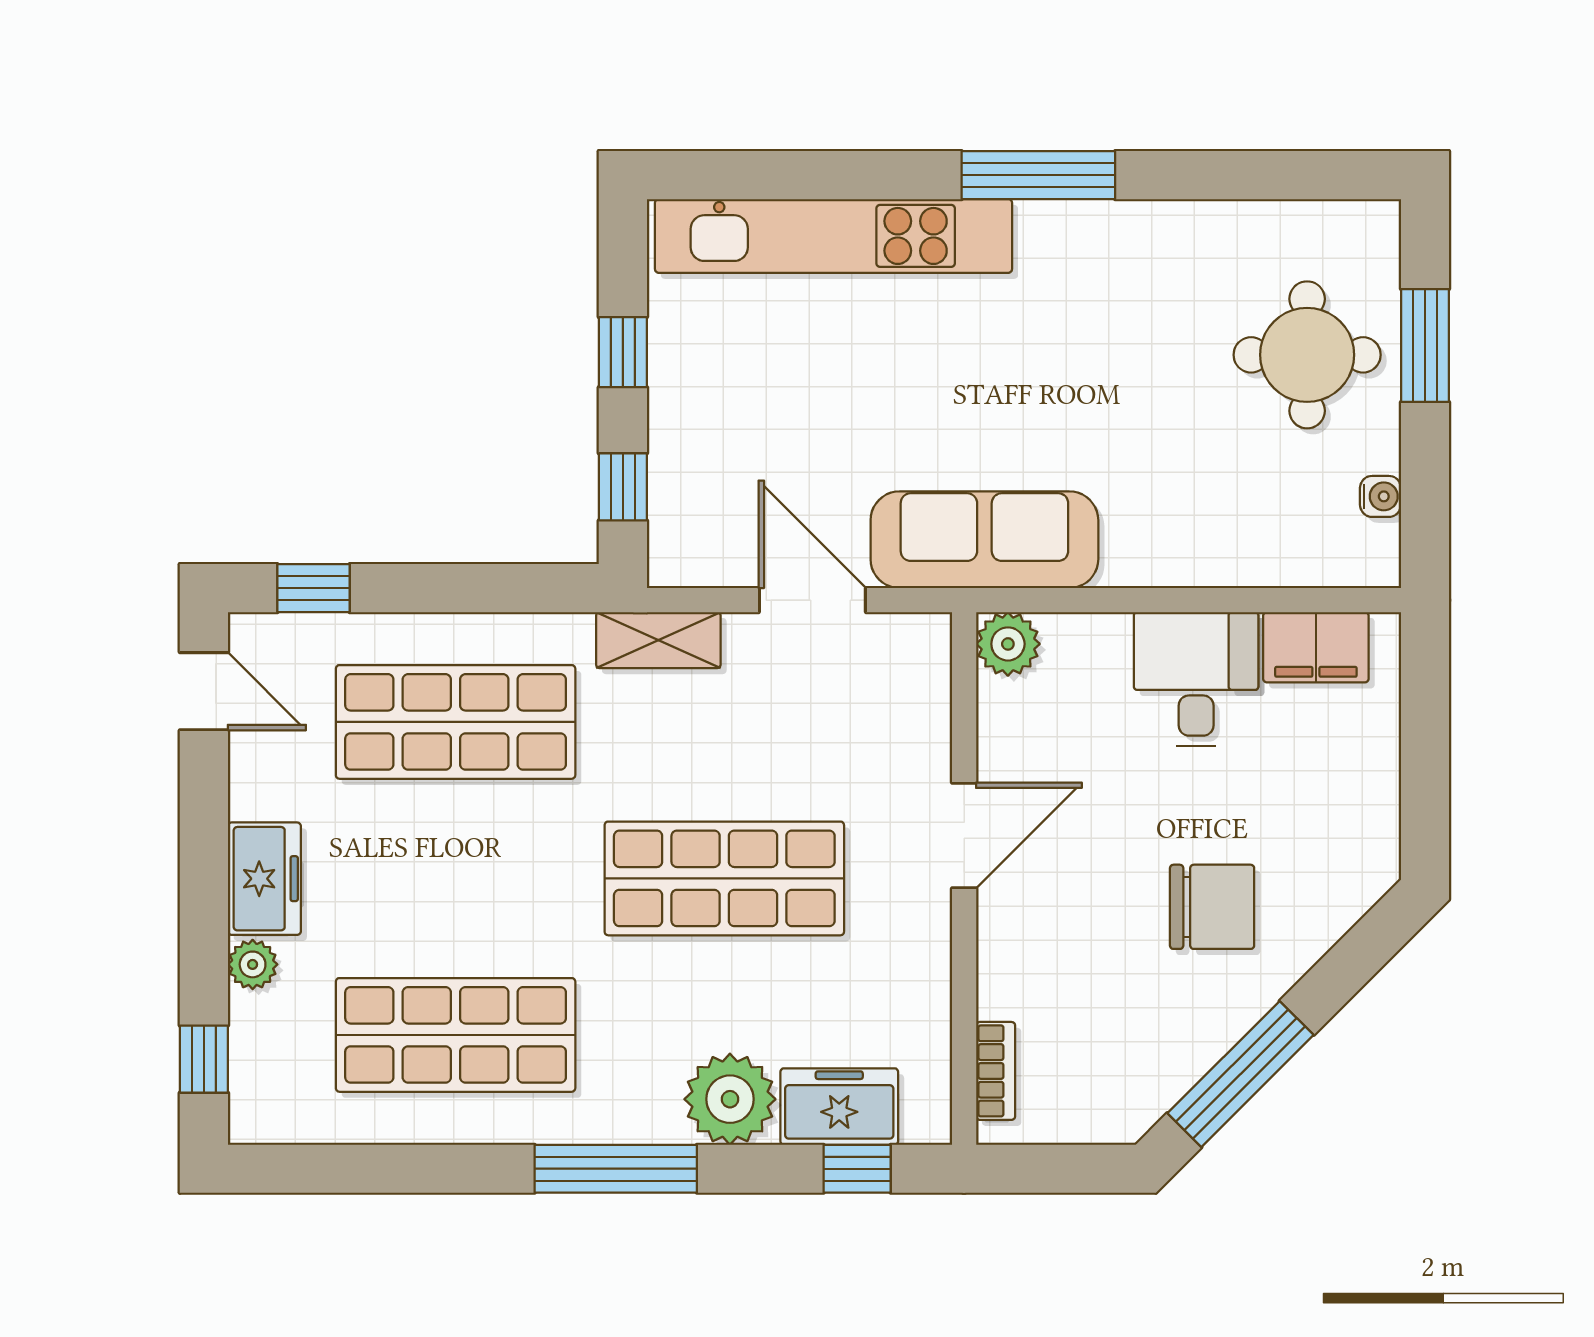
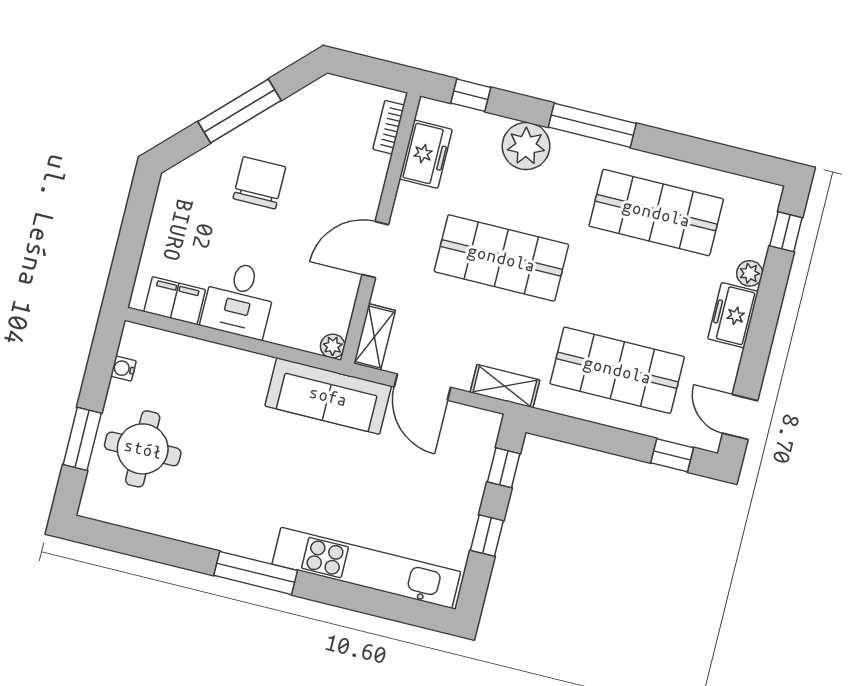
plant: (1008, 644) -> (333, 346), width x0.73, depth x0.73
shelving: (925, 672) -> (374, 337), added
chair: (1212, 907) -> (259, 183), turned 90
window: (1241, 1074) -> (239, 111), moved
freezer: (839, 1107) -> (426, 154), moved, turned -90

